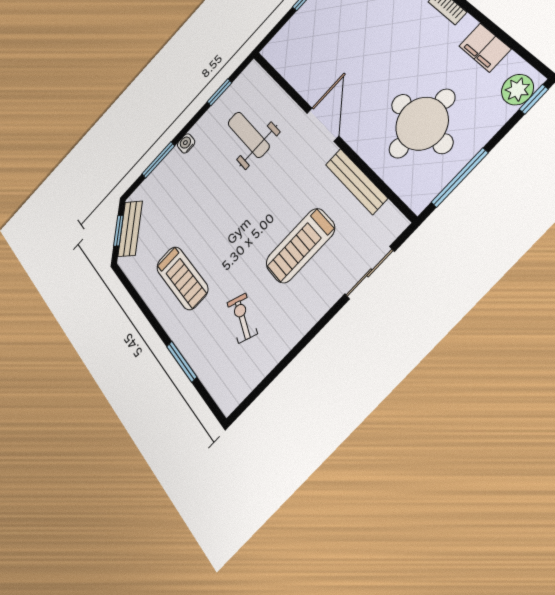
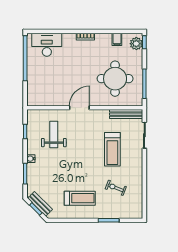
filing cabinet: (485, 48) -> (117, 39), width x0.50
door: (323, 125) -> (79, 108), hinge flipped
weight bench: (249, 135) -> (54, 135), turned 90
bench: (356, 181) -> (126, 114), moved

